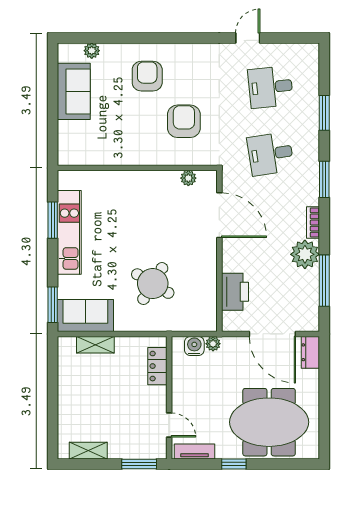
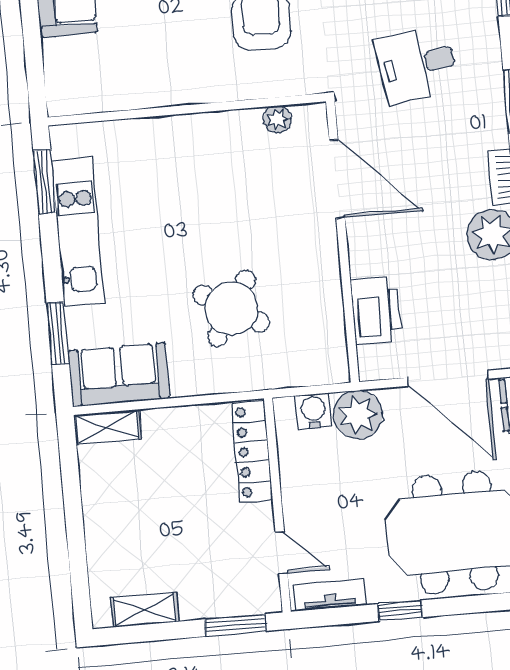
window: (53, 220) -> (45, 182), moved
window: (53, 305) -> (58, 333), moved
plant: (213, 344) -> (358, 415), width x1.88, depth x1.88
shelving: (95, 345) -> (108, 427), moved
locker: (157, 366) -> (252, 452), width x1.53

